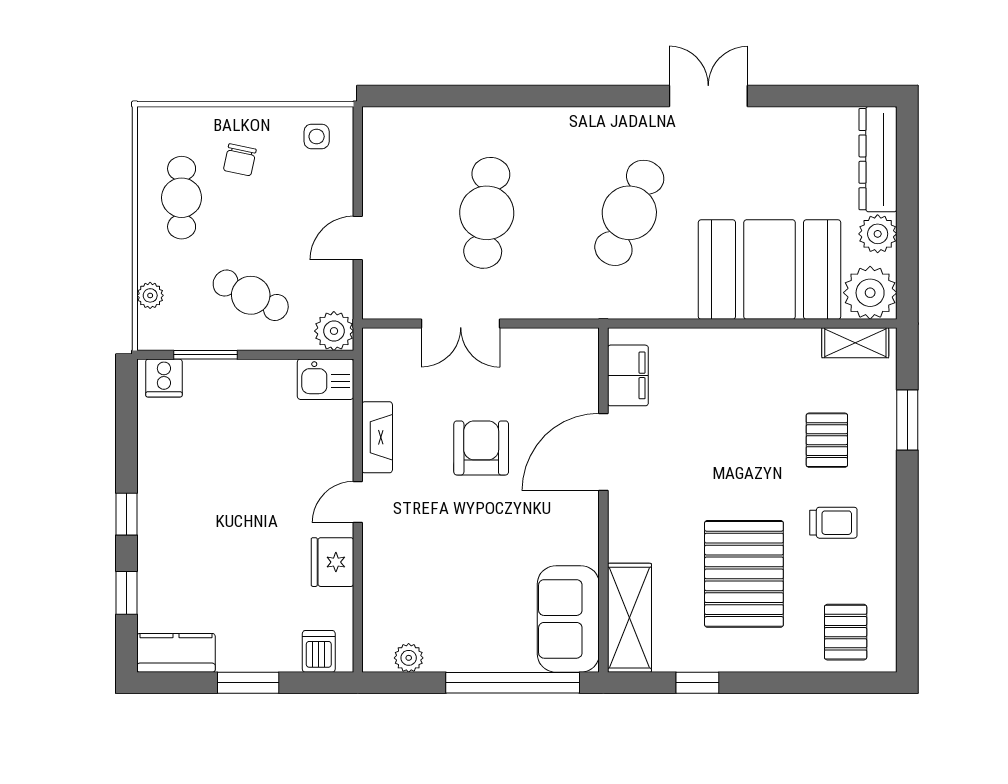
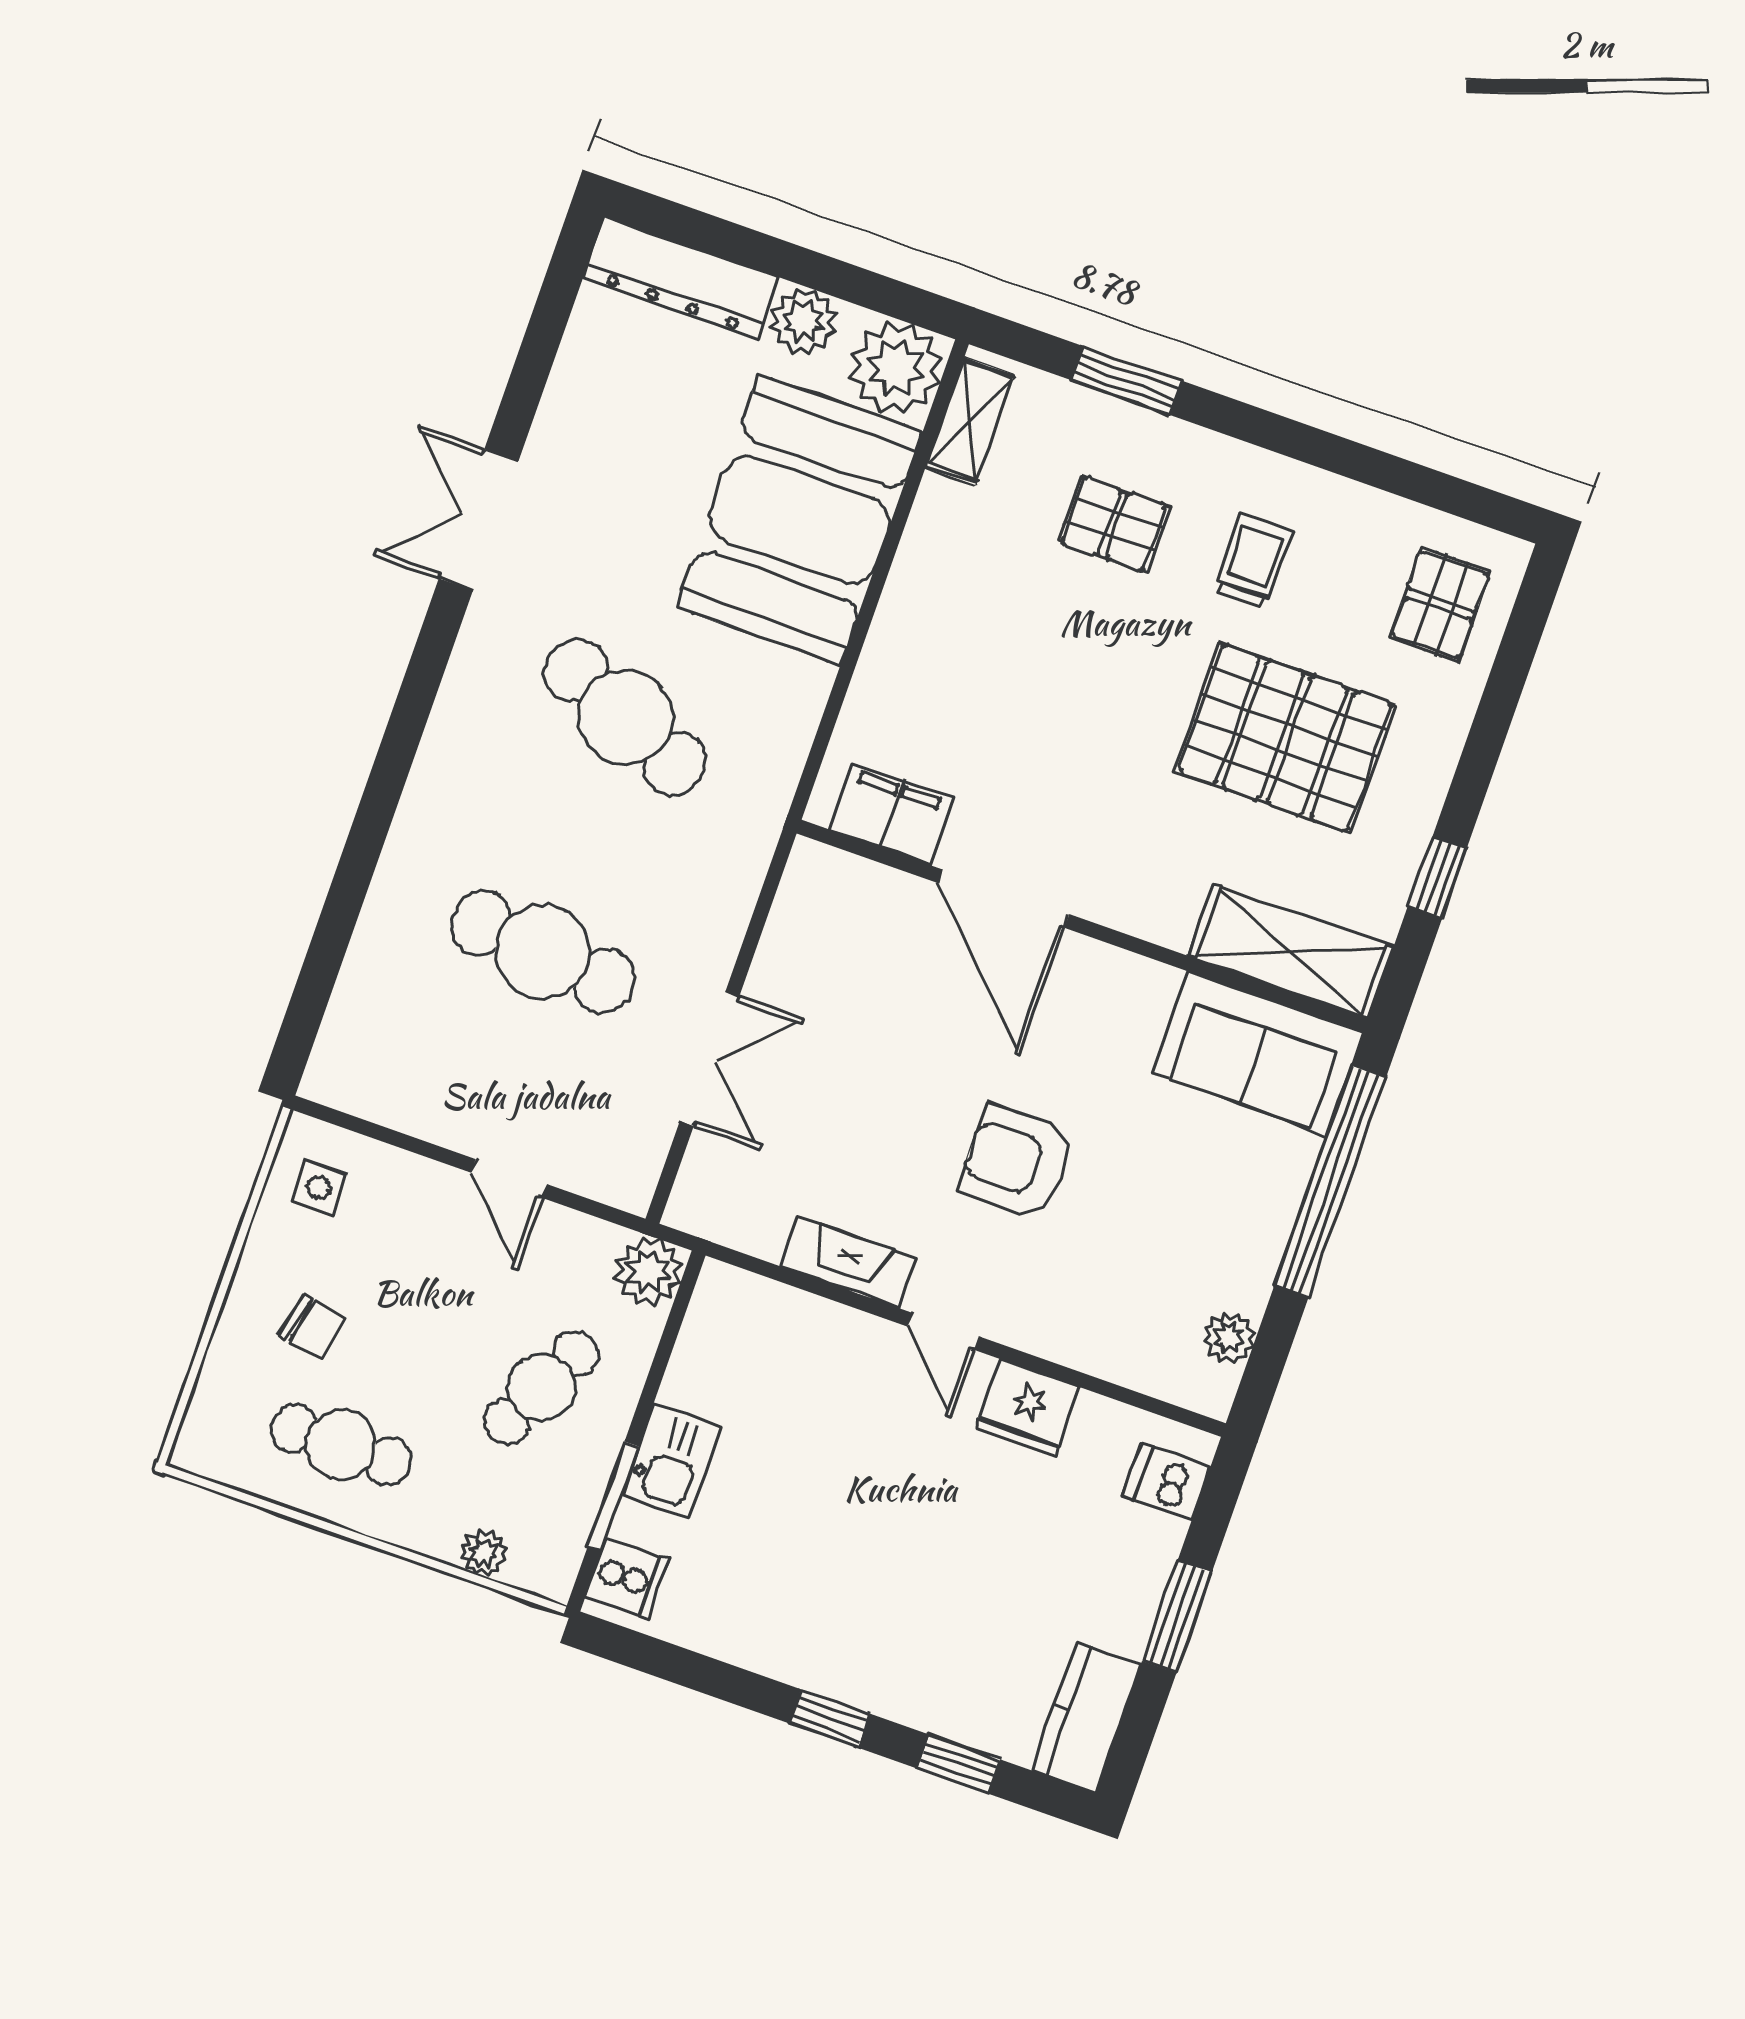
kitchen sink: (326, 379) -> (671, 1460), moved
armchair: (481, 448) -> (1016, 1162), moved
pallet: (846, 632) -> (1440, 605), turned 90

